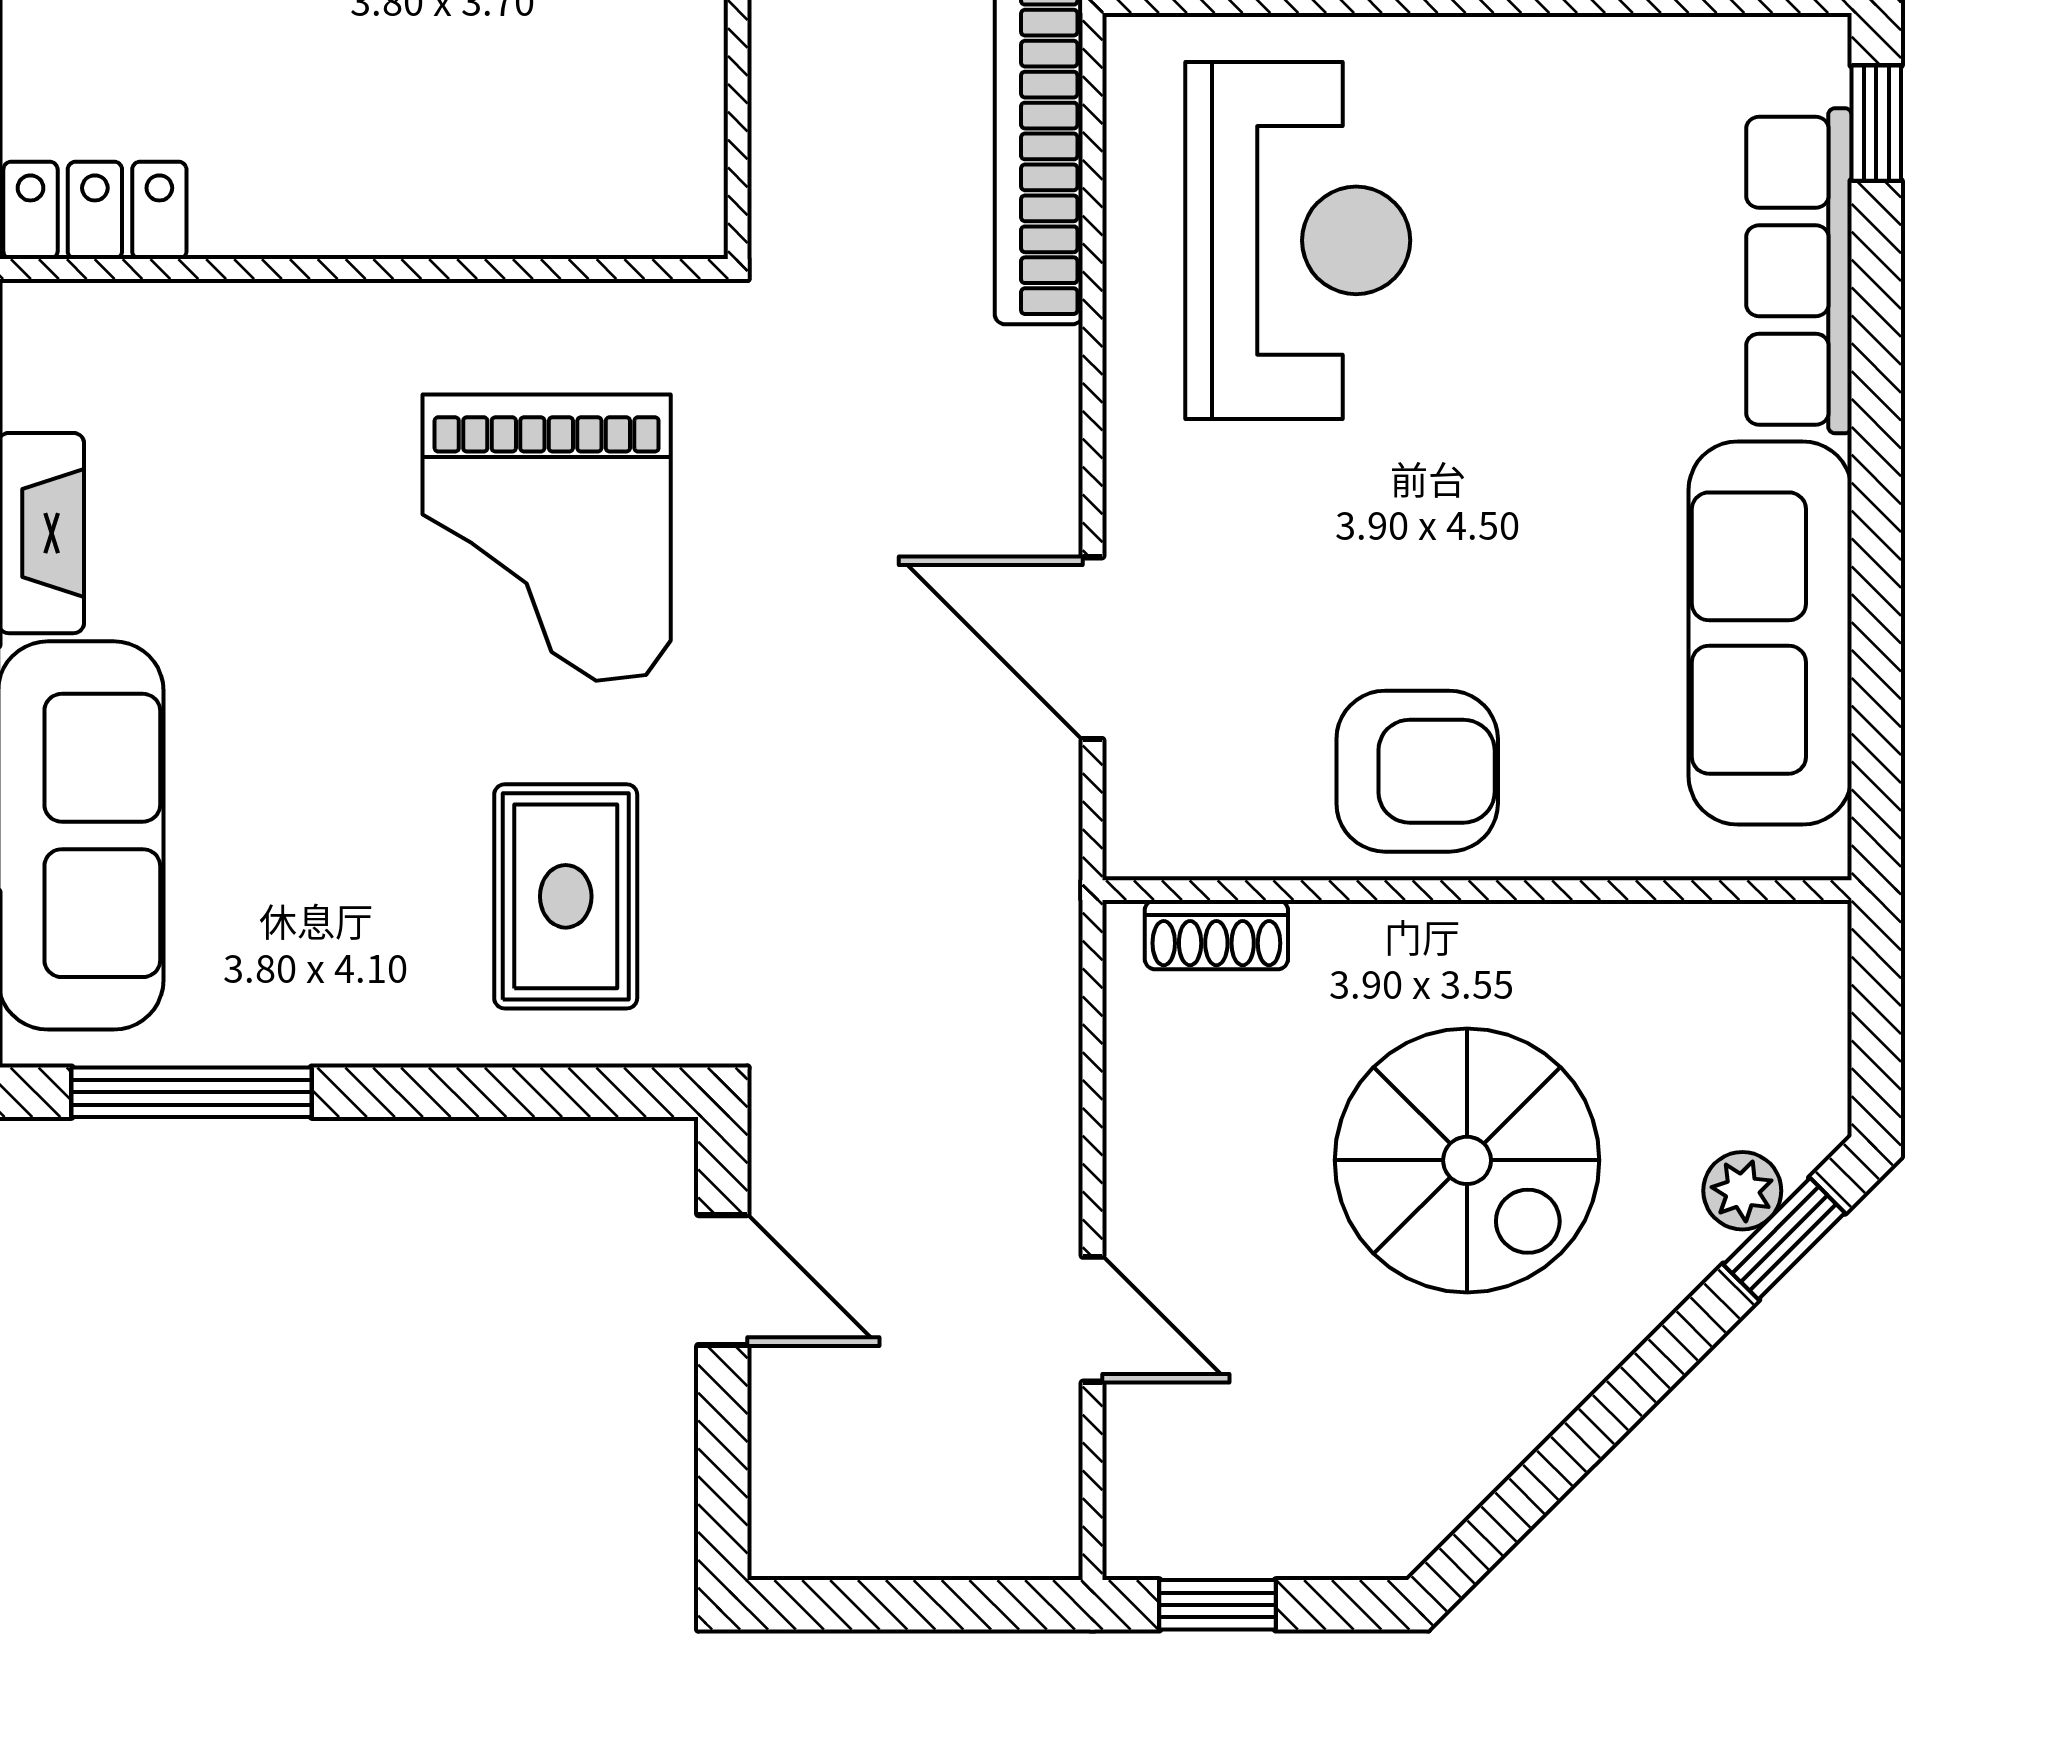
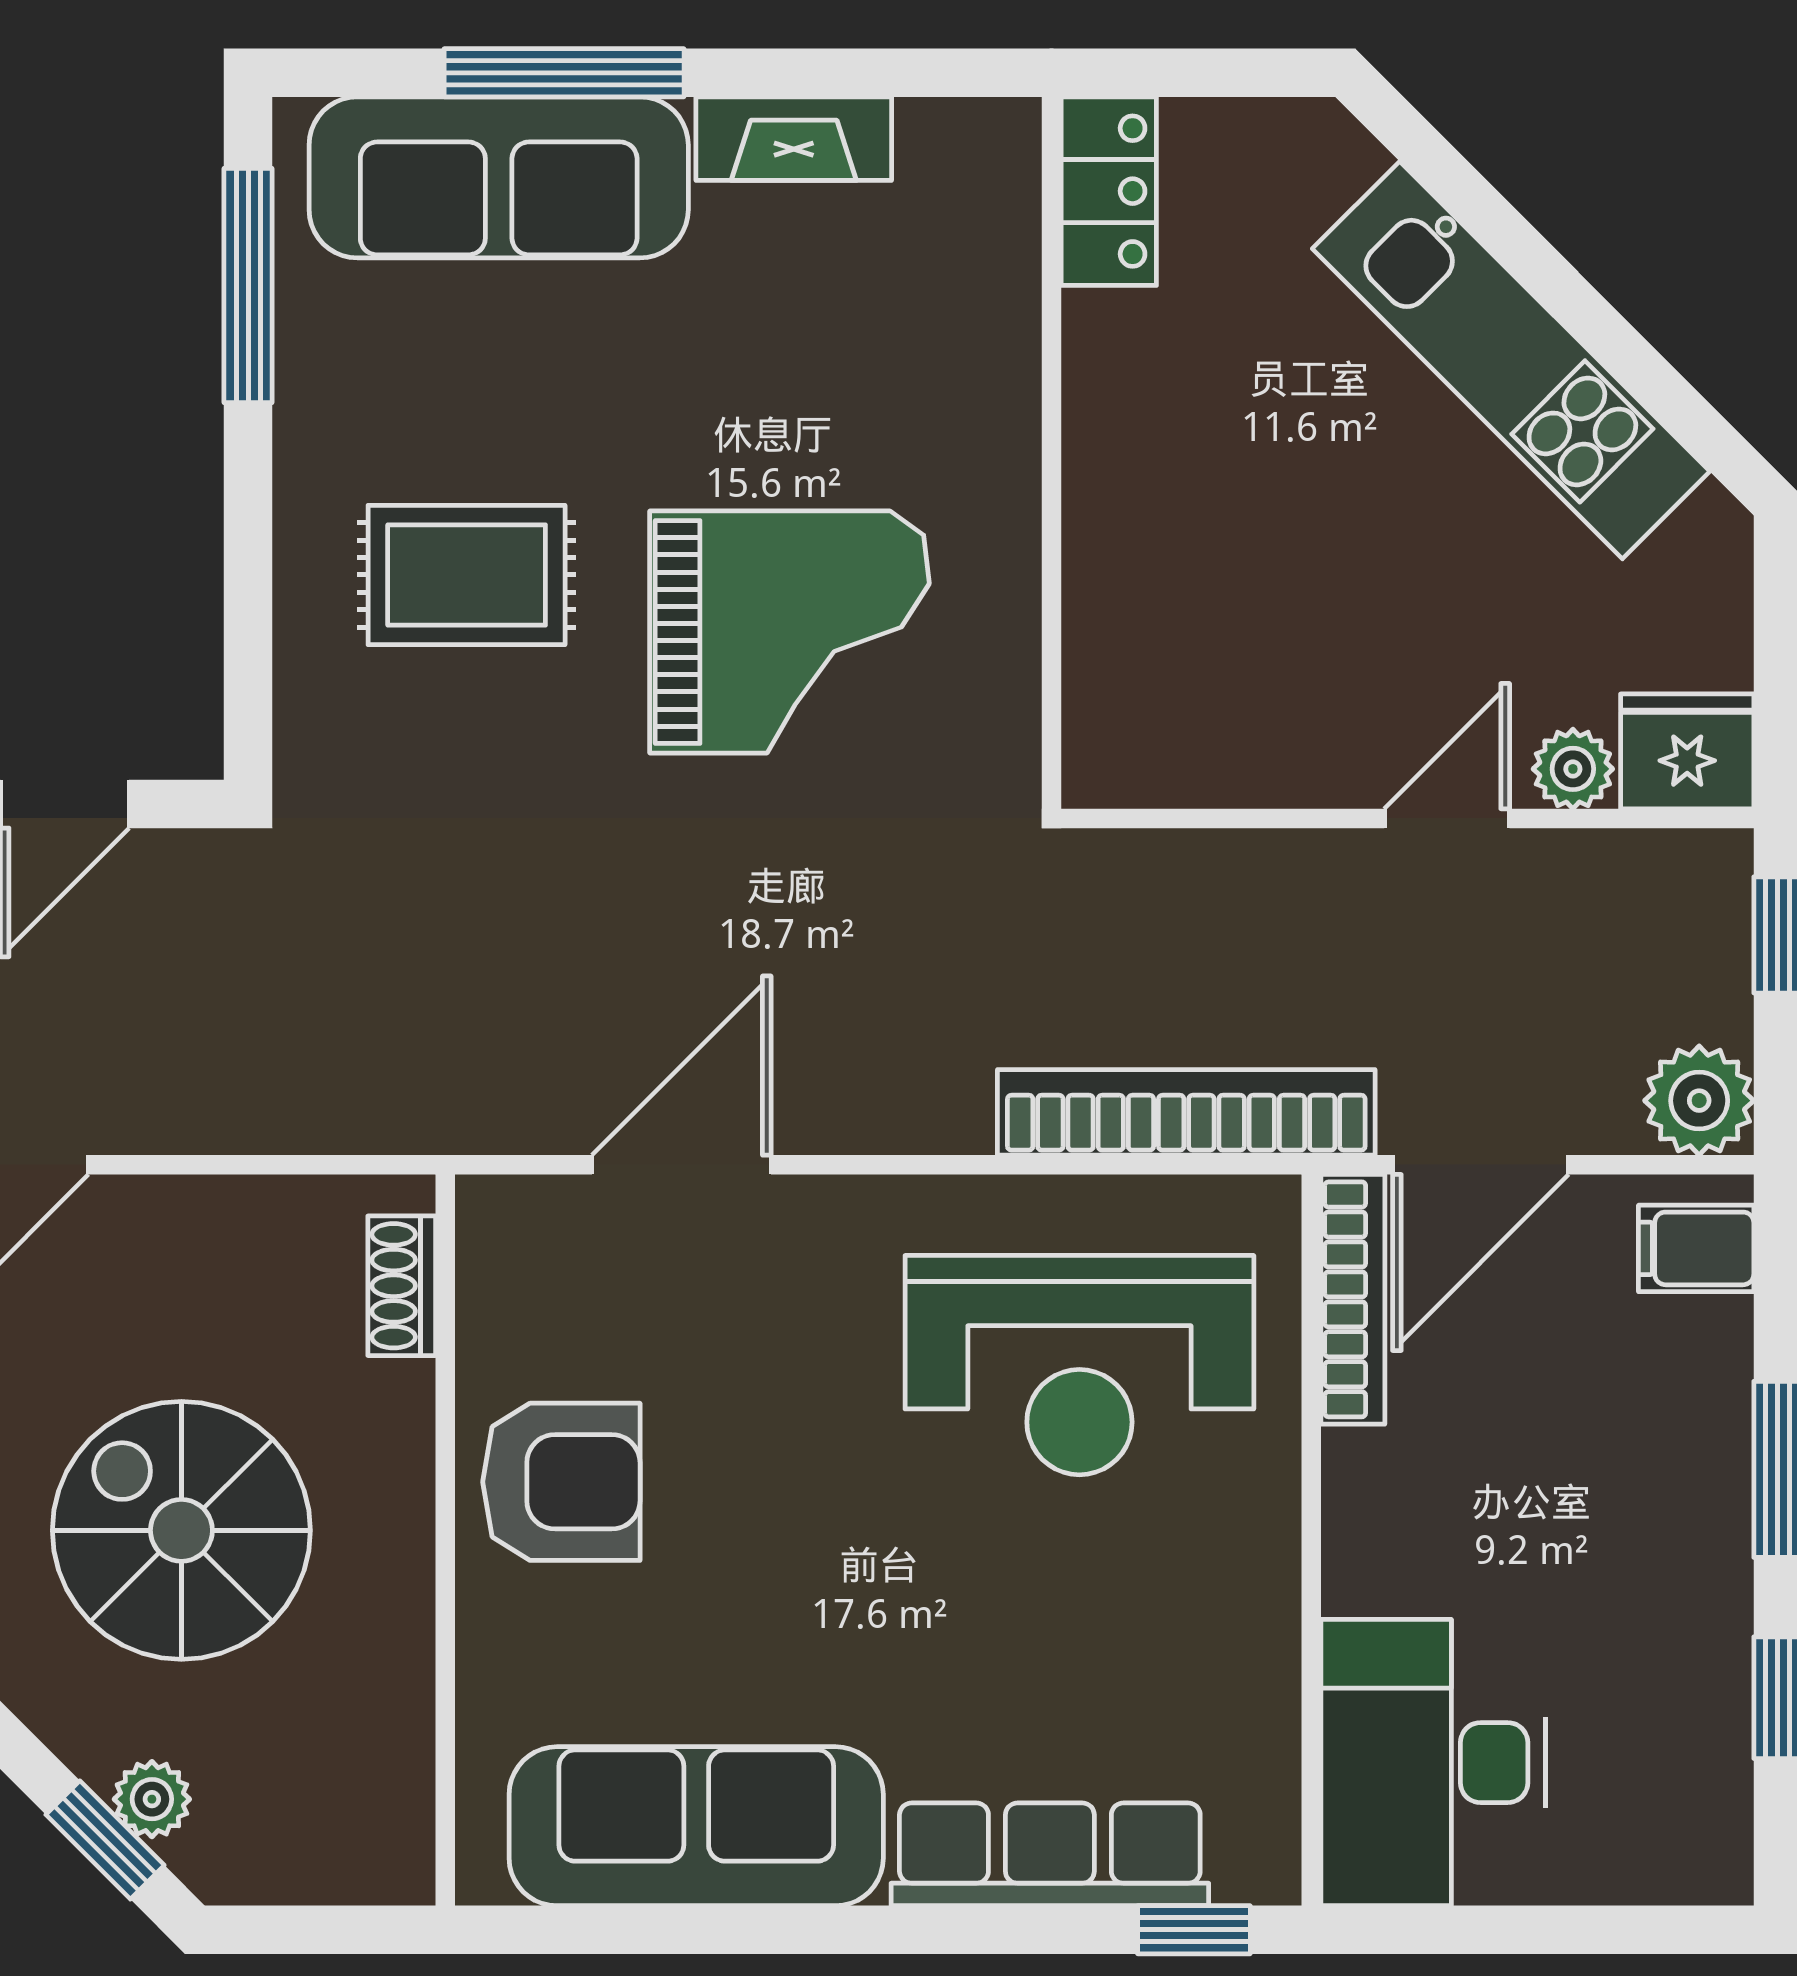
grand piano: (547, 538) -> (789, 632), turned 180
armchair: (1417, 771) -> (561, 1482), turned -90
rug: (566, 896) -> (467, 575), moved
spiral stairs: (1467, 1160) -> (181, 1530), turned 90

